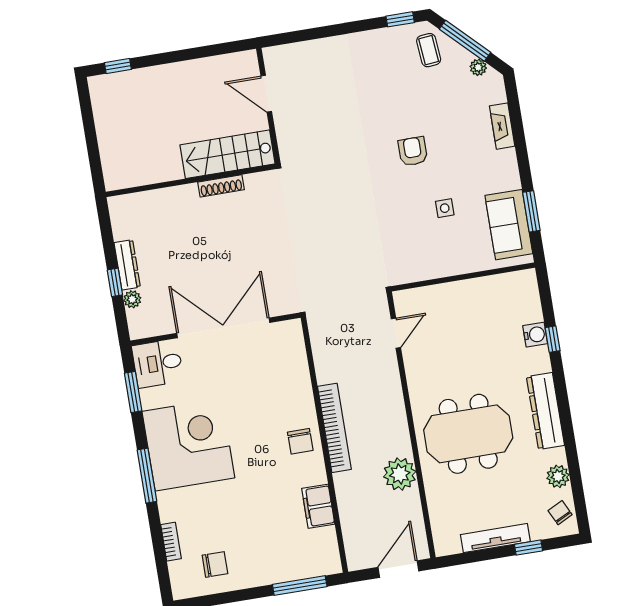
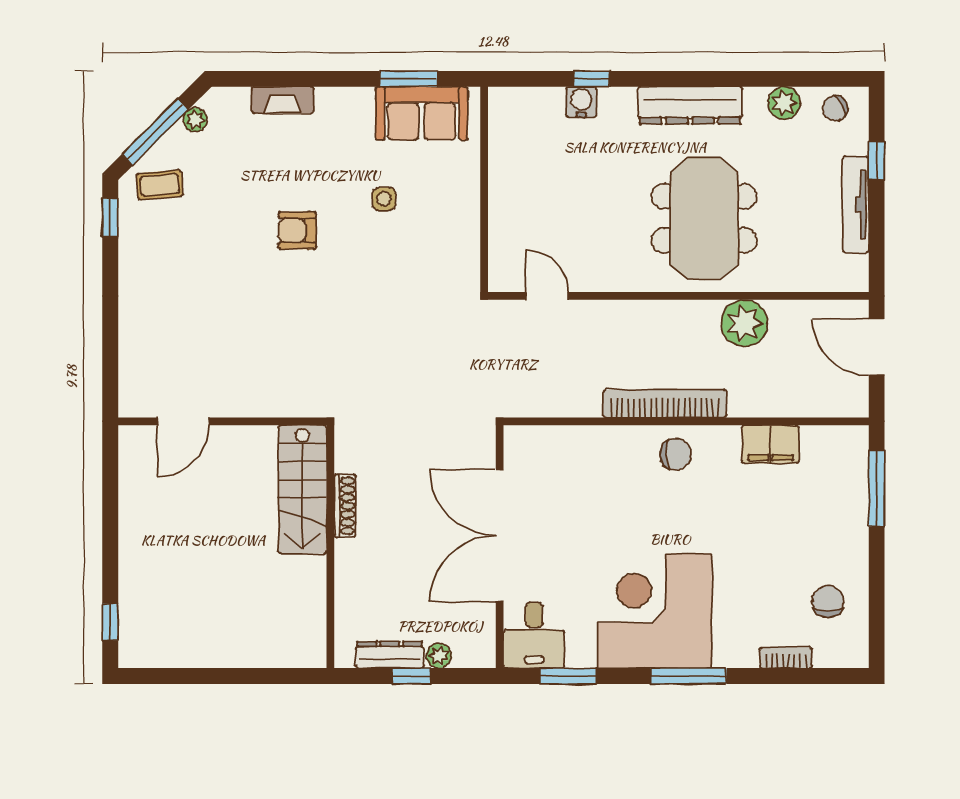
stairs: (228, 154) -> (302, 489), moved
wall: (191, 180) -> (330, 547), moved
shoe rack: (221, 186) -> (345, 506), moved

